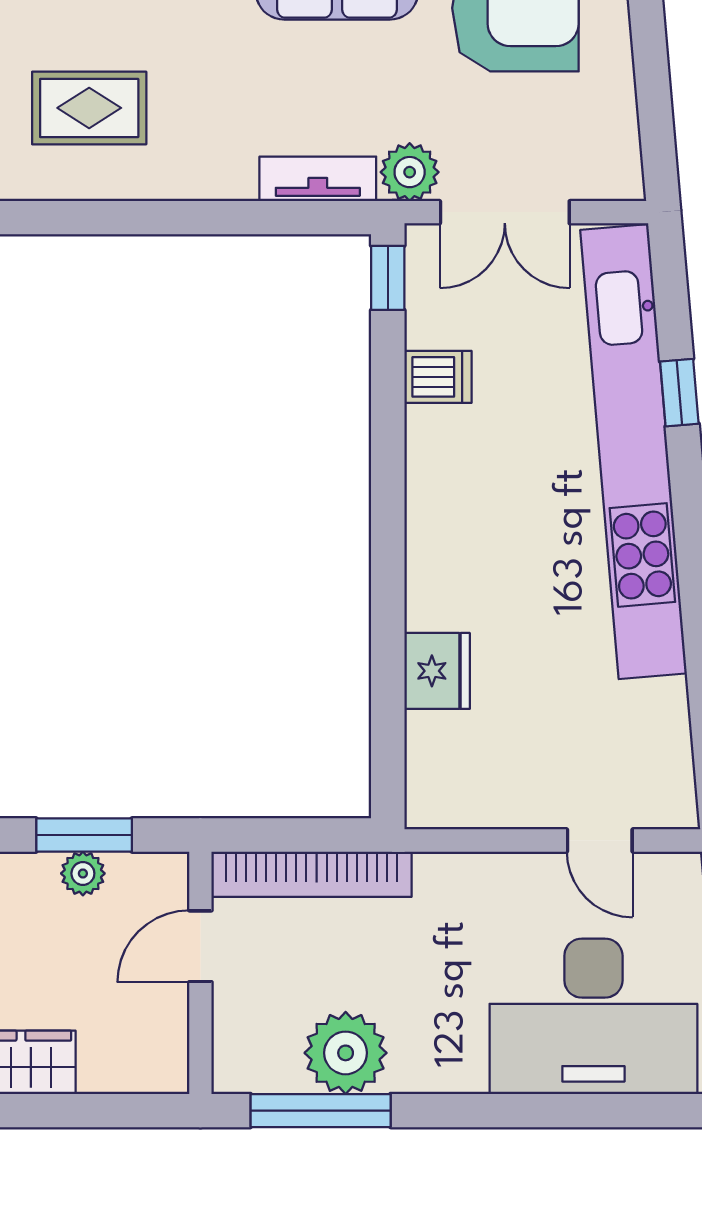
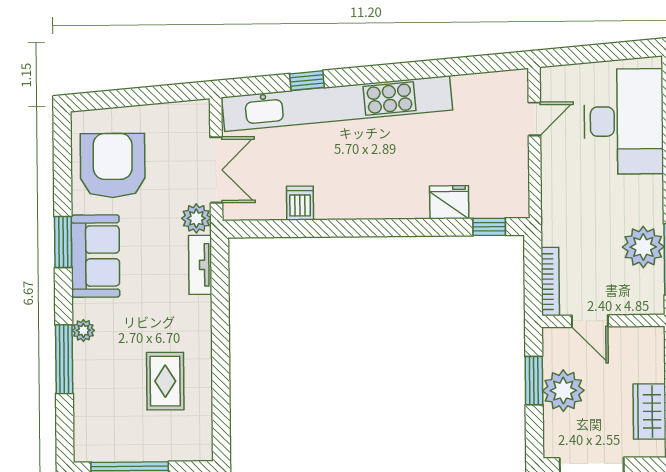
window: (388, 278) -> (489, 227), moved
plant: (83, 873) -> (563, 391), width x1.88, depth x1.88
bookcase: (312, 874) -> (550, 281), width x0.68, depth x0.76

